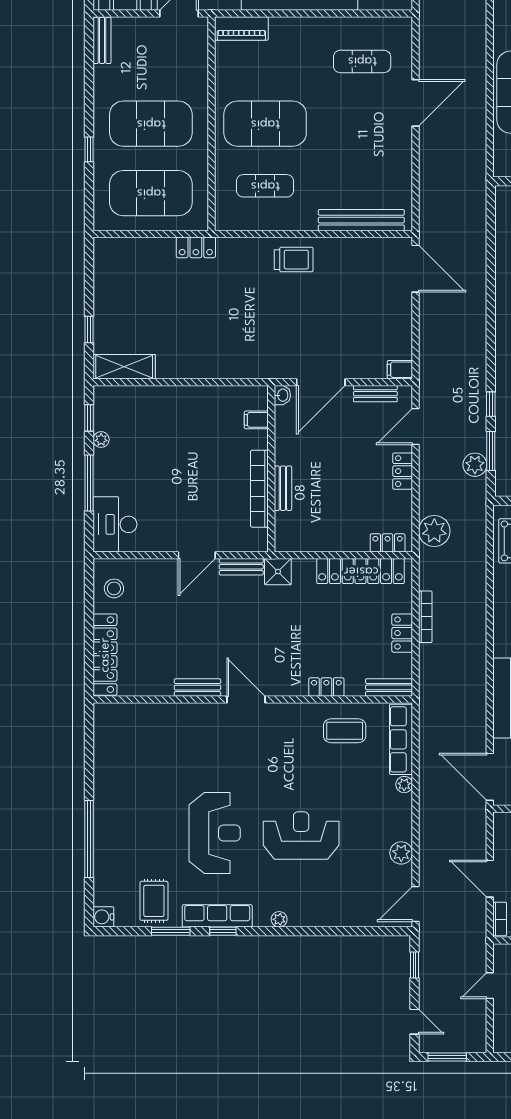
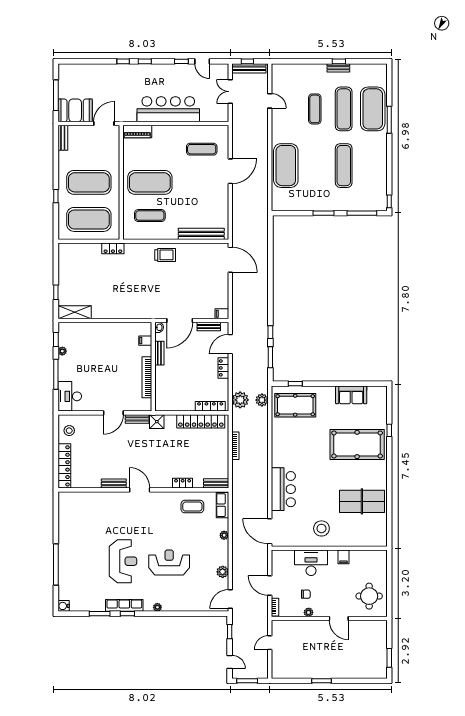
plant: (475, 465) -> (262, 400), moved
bench: (283, 488) -> (159, 353), moved
locker: (388, 543) -> (210, 406), width x1.53
locker: (402, 633) -> (223, 454), removed
row of seats: (401, 739) -> (222, 505), width x0.68
rug: (154, 901) -> (91, 597), removed

